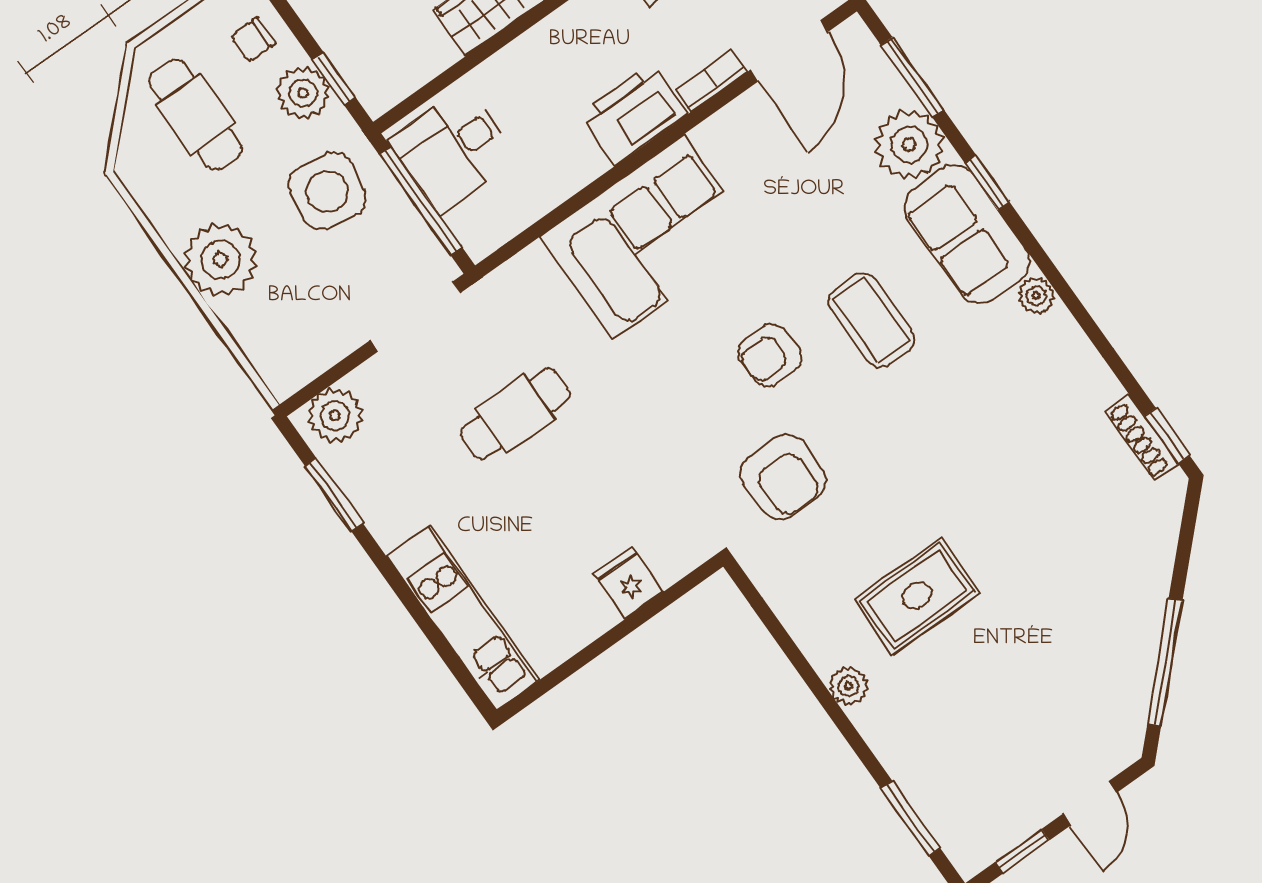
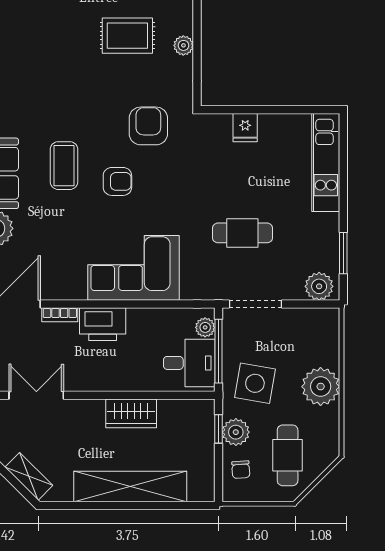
chair: (253, 40) -> (241, 470), turned 86
plant: (468, 223) -> (205, 327), added
plant: (848, 686) -> (183, 45), moved

